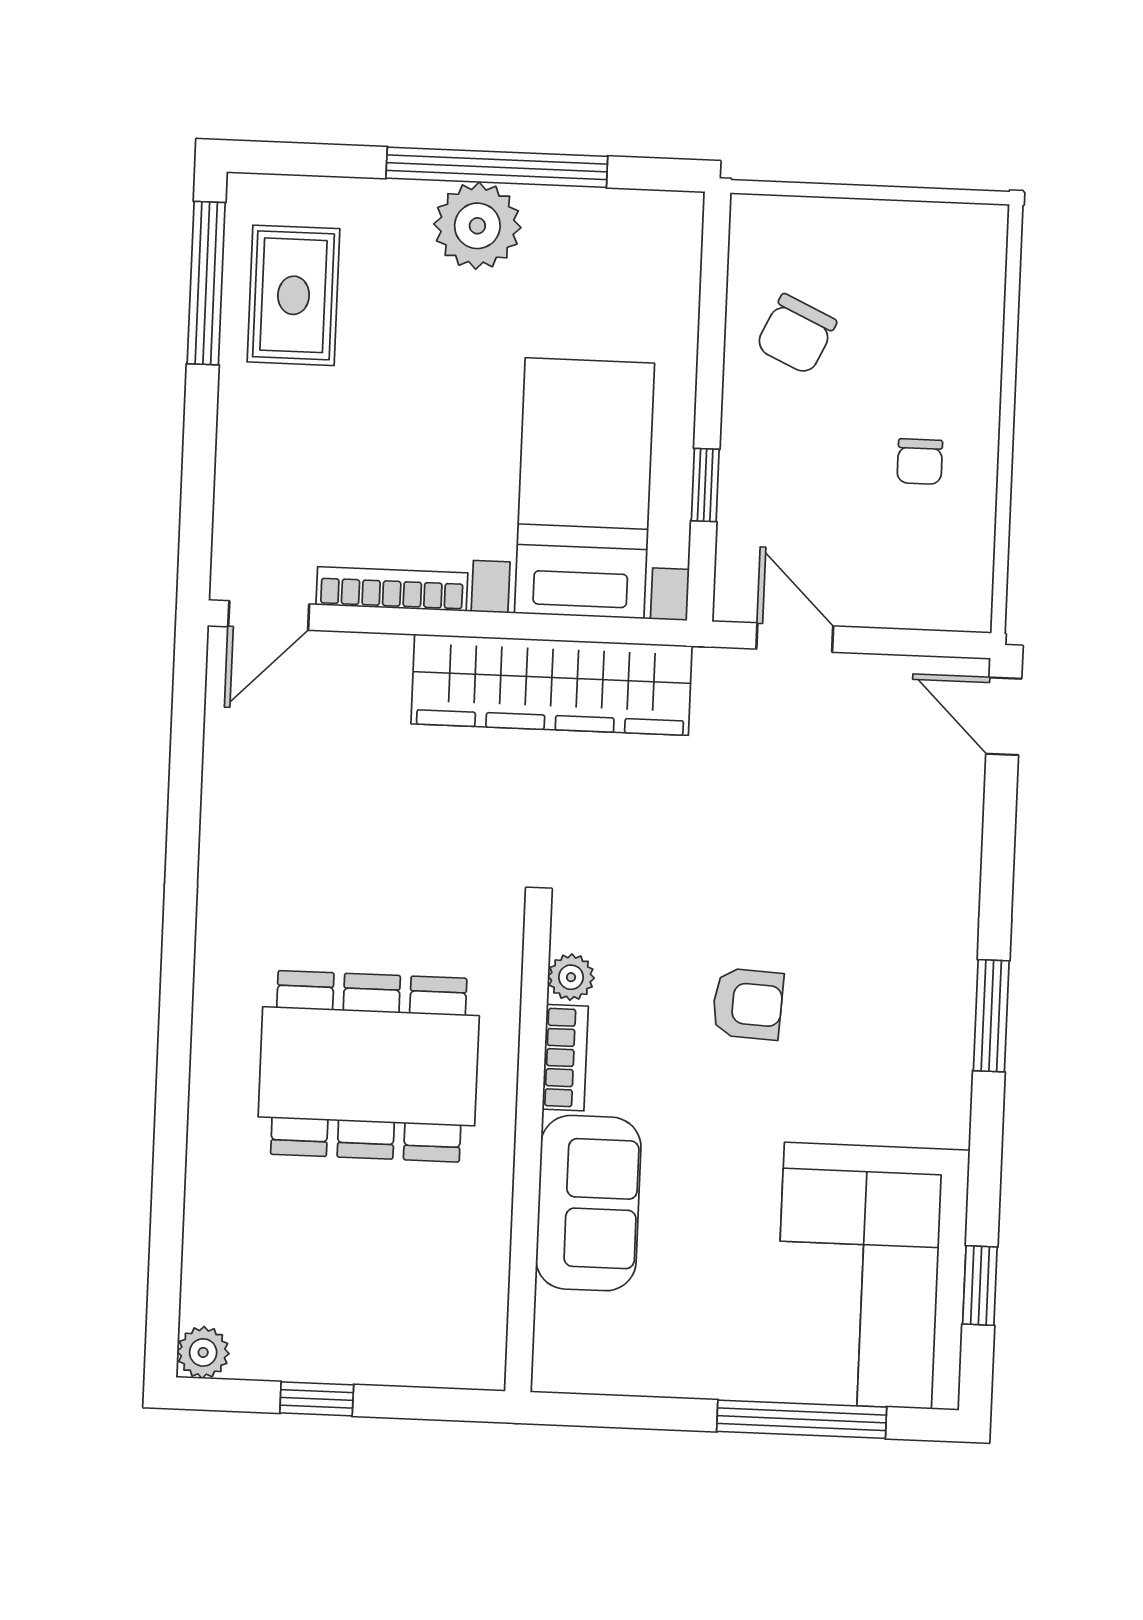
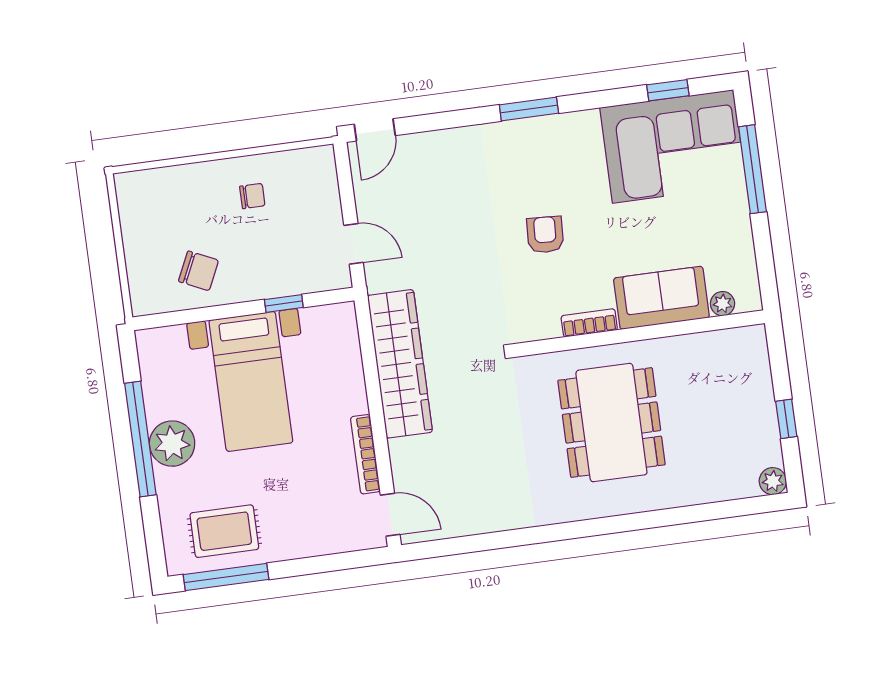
bed with nightstands: (584, 488) -> (251, 381), moved, turned -90
door: (795, 637) -> (354, 244), swing flipped
plant: (571, 977) -> (723, 304), moved

